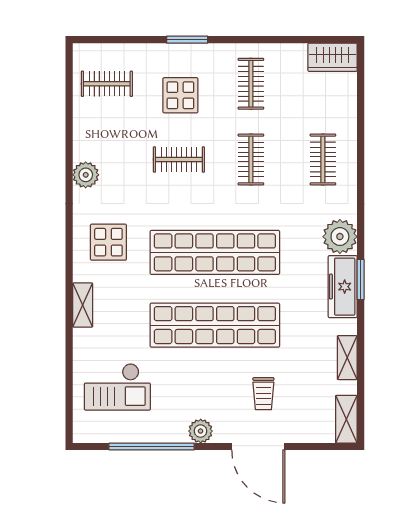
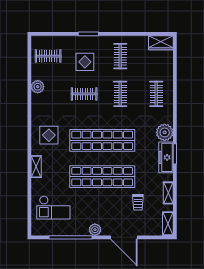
plant: (86, 175) -> (38, 87), moved
trolley: (263, 394) -> (138, 202), moved

